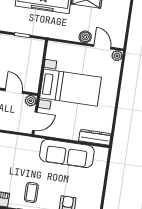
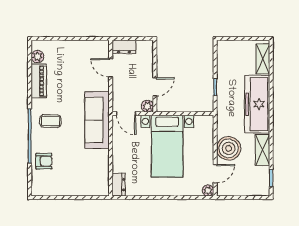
boiler: (85, 37) -> (229, 148), width x1.86, depth x1.86
dresser: (95, 137) -> (119, 185), width x0.70
sofa: (67, 153) -> (97, 120), moved

